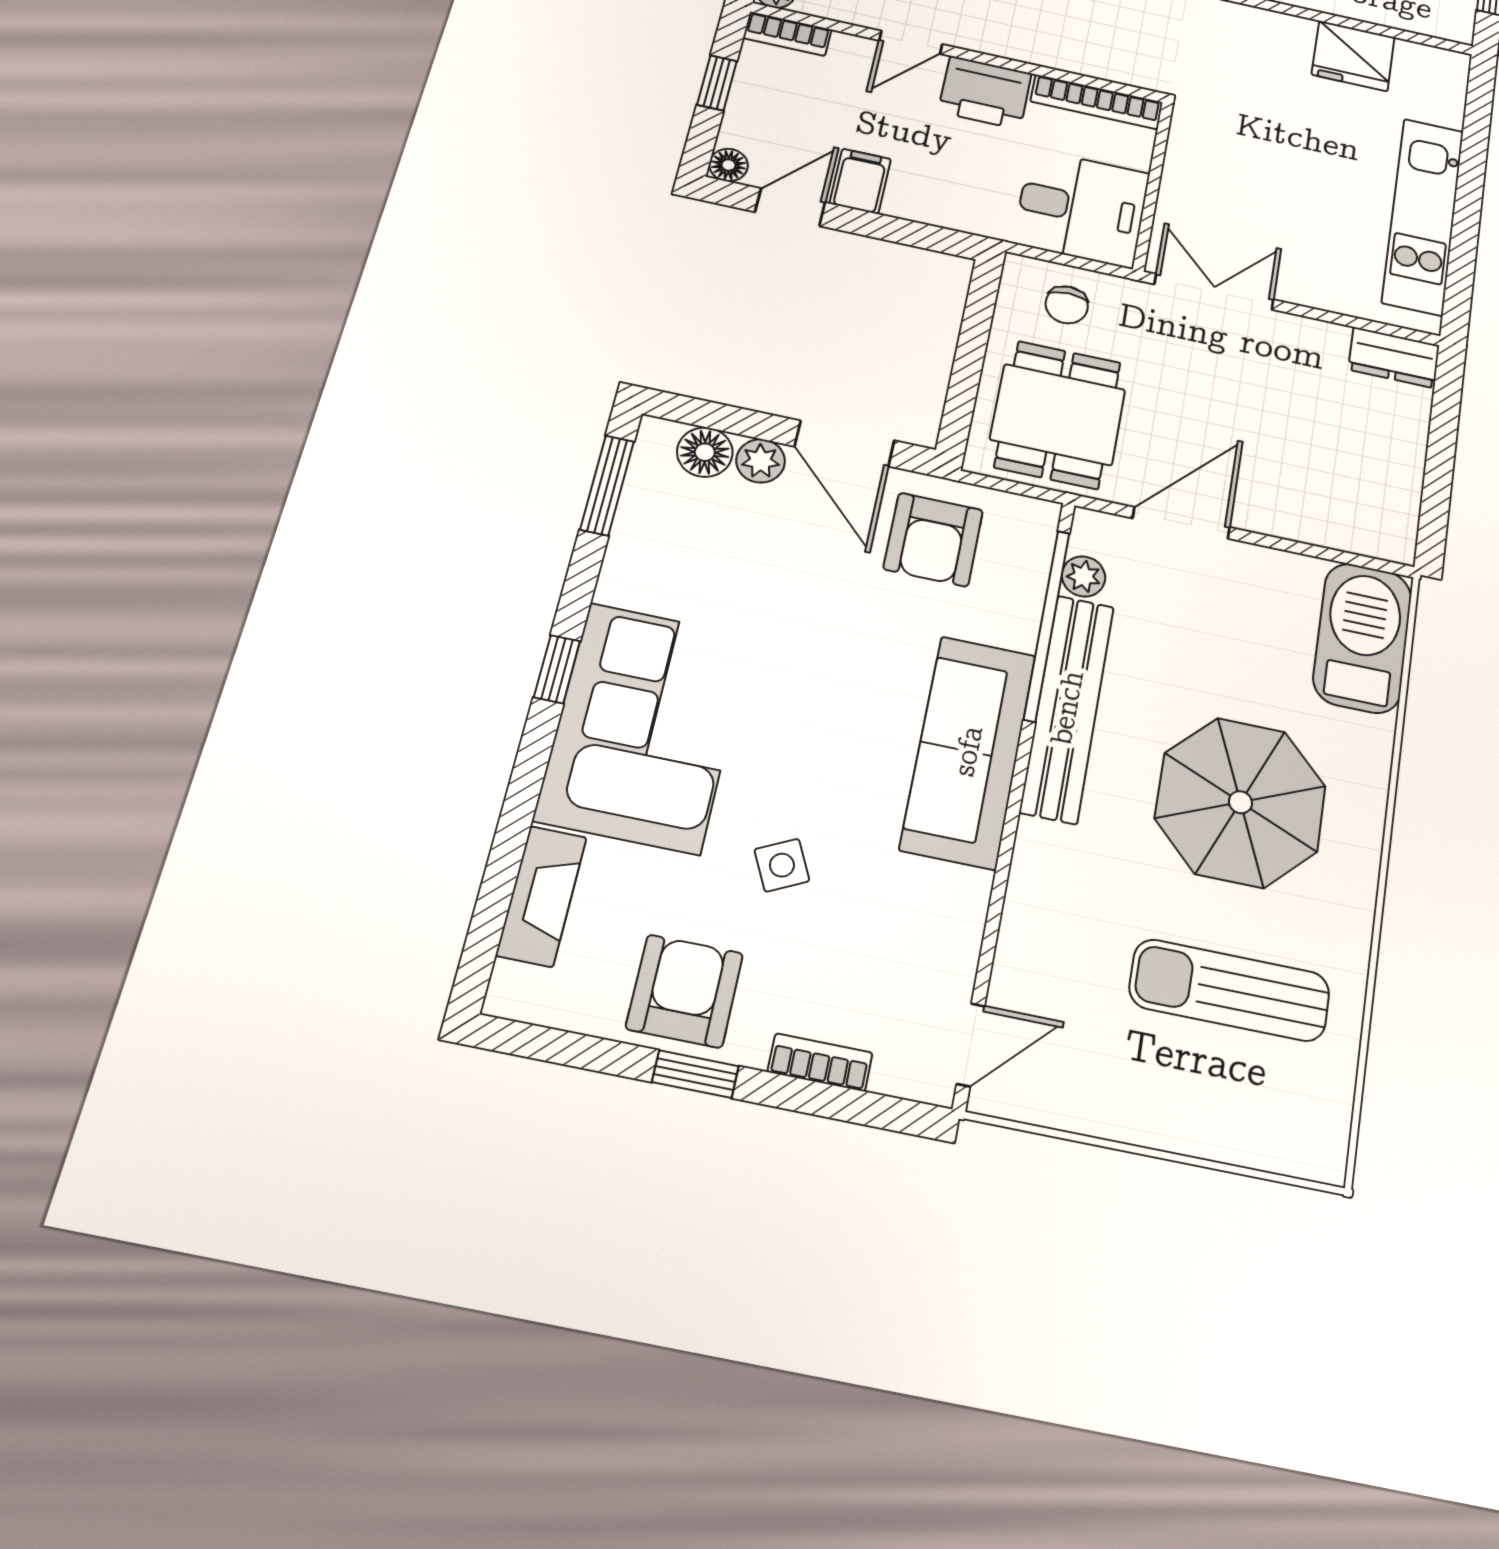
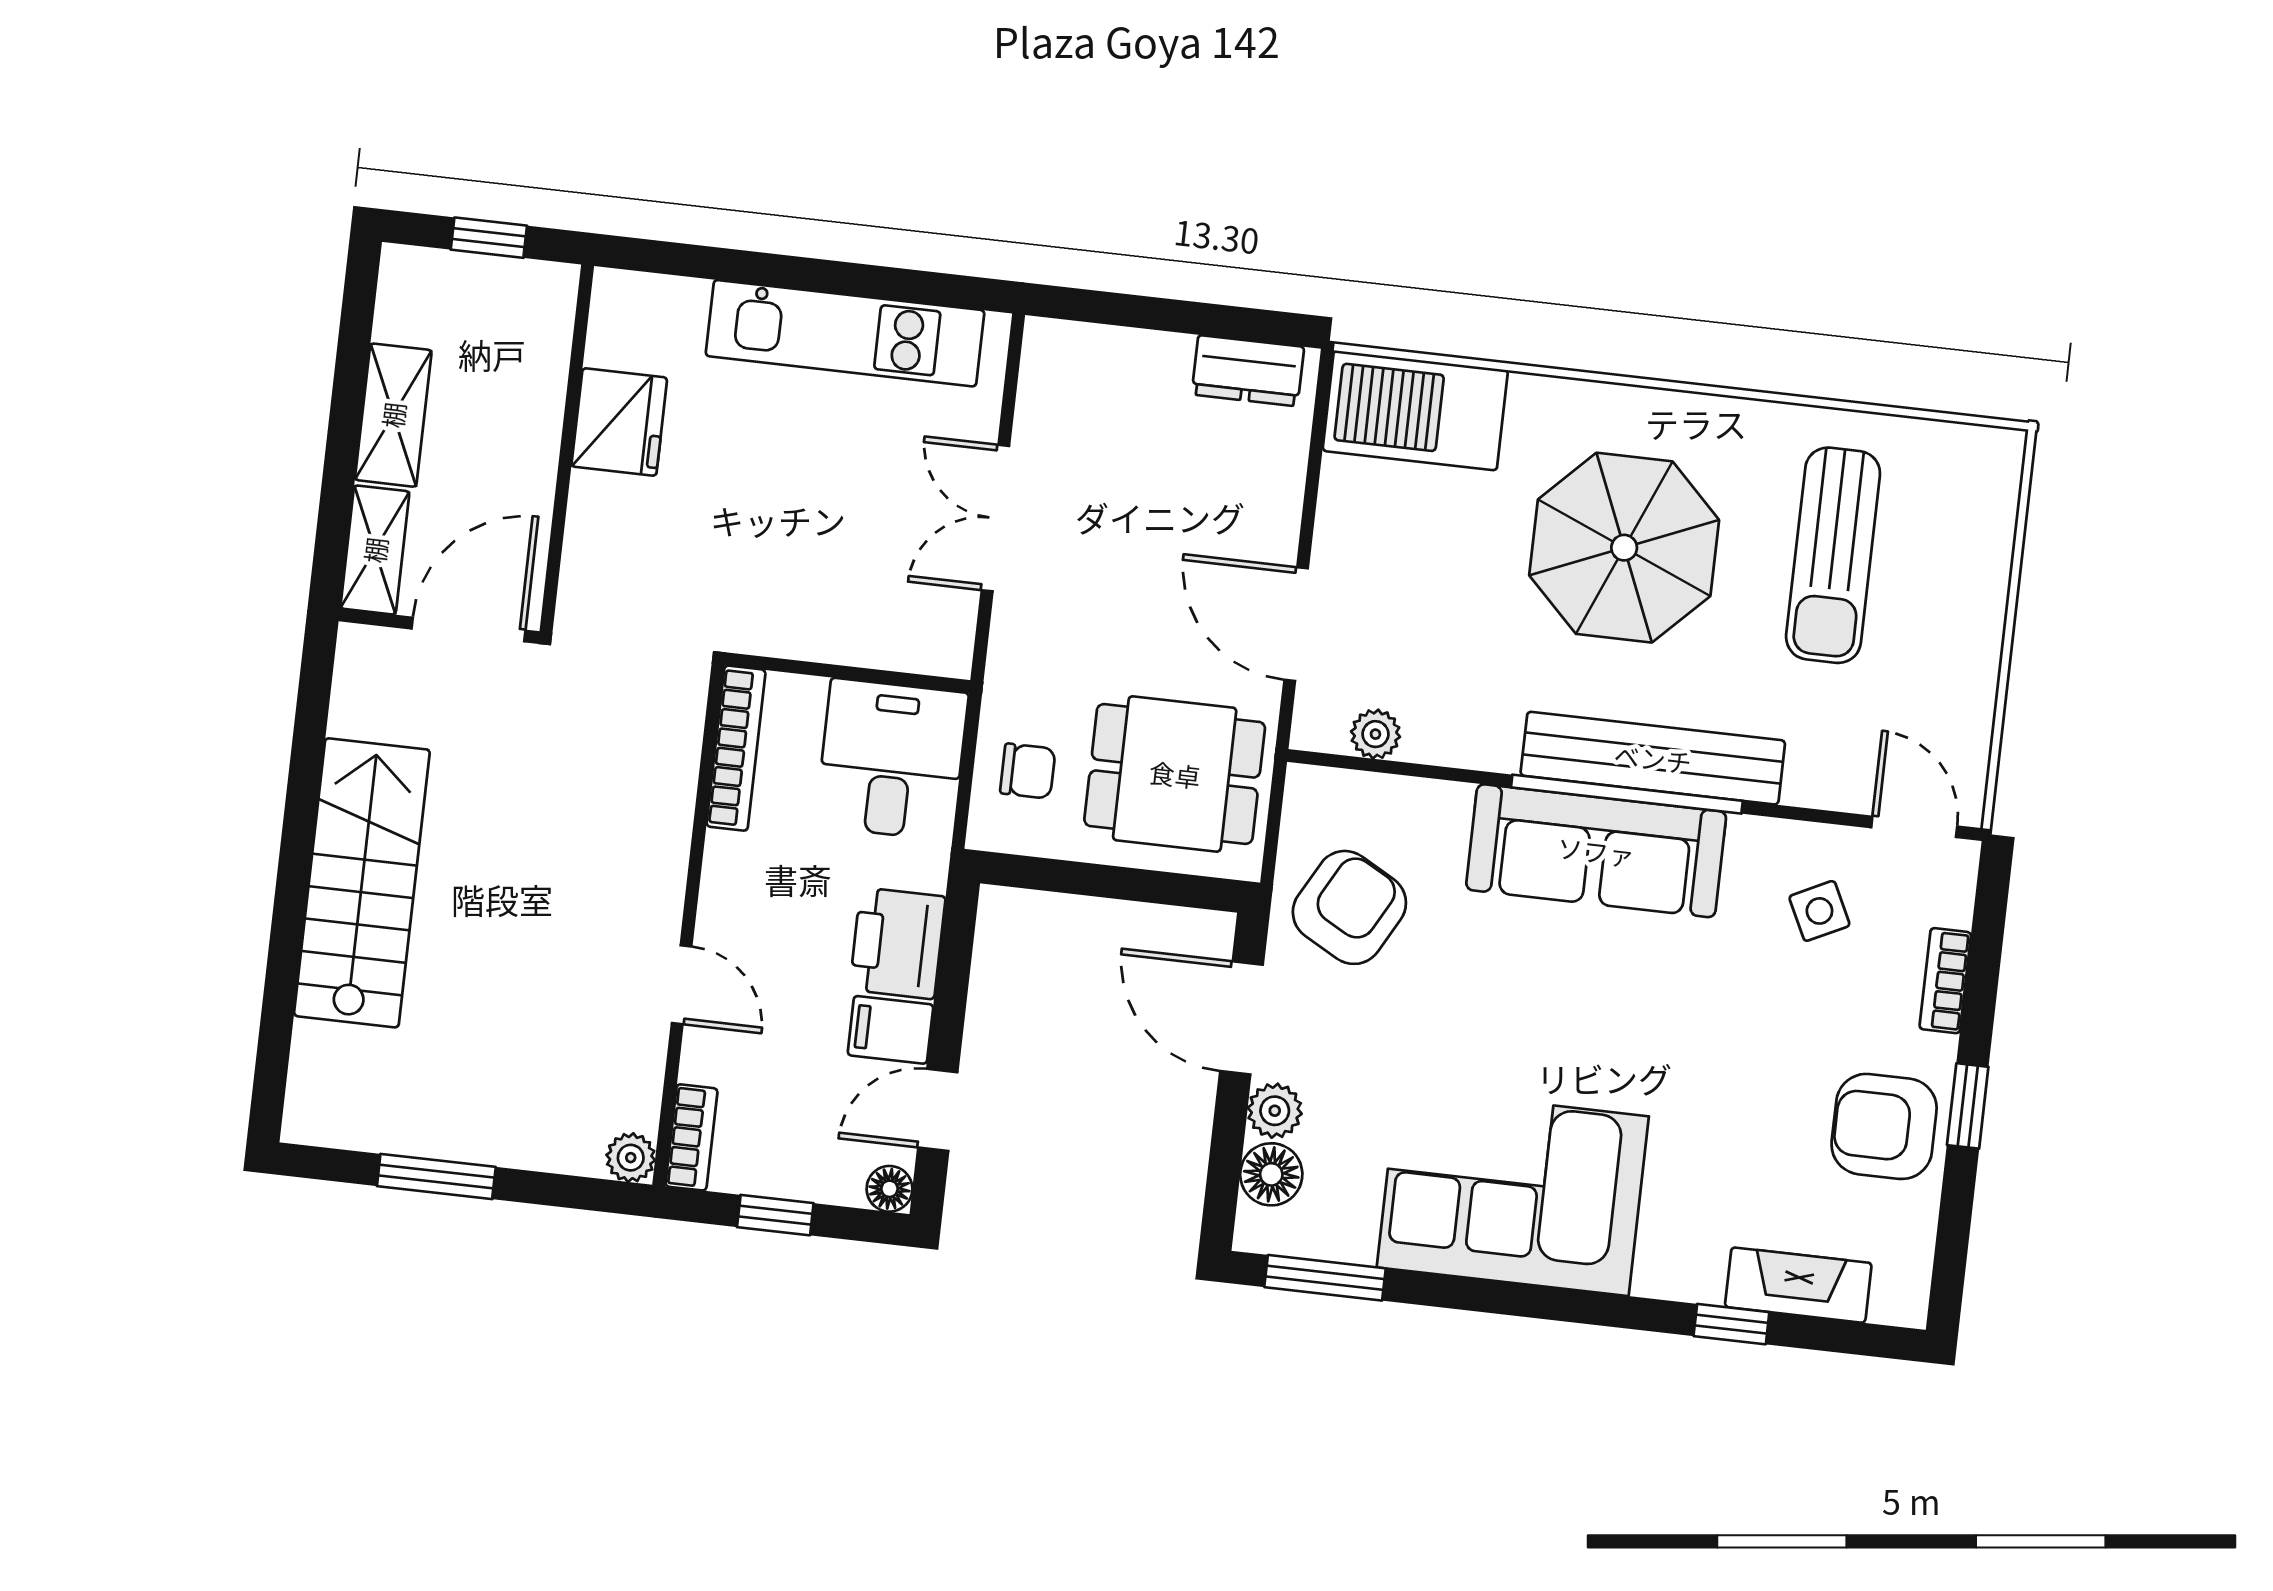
printer: (985, 93) -> (897, 943), moved, turned 180
door: (790, 207) -> (938, 1110), hinge flipped
double door: (1214, 292) -> (995, 518), moved
dresser: (1394, 358) -> (1248, 371), moved, turned 90
door: (844, 443) -> (1241, 1018), swing flipped
armchair: (933, 540) -> (1349, 907), turned -61
window: (1047, 625) -> (1627, 794), moved
window: (557, 669) -> (1731, 1324), moved
bench: (1067, 708) -> (1653, 758), moved
corner sofa: (644, 727) -> (1513, 1192), moved
side table: (782, 865) -> (1819, 911), moved

